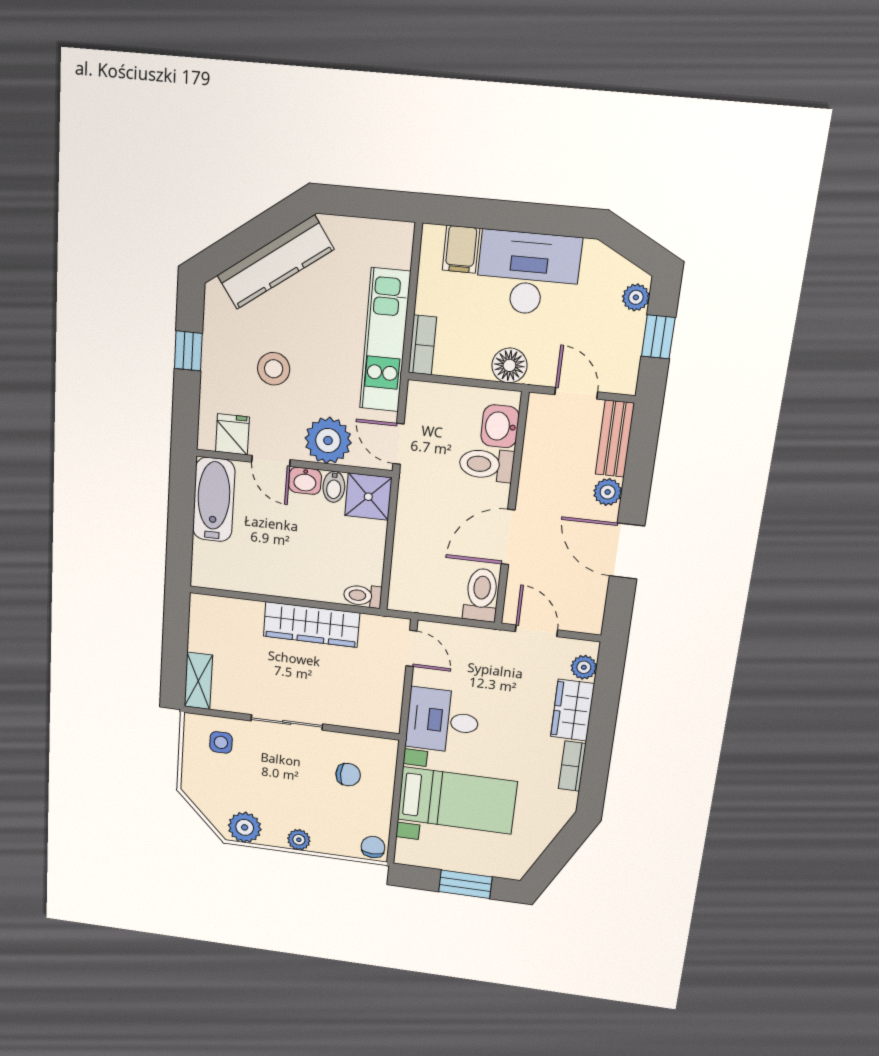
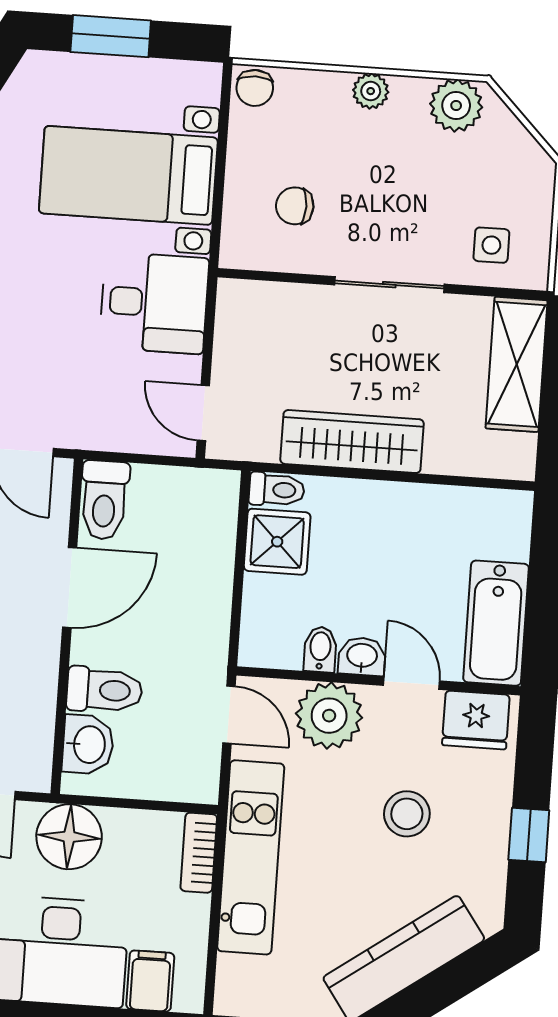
floor lamp: (509, 365) -> (69, 837), width x1.38, depth x1.38
fridge: (232, 434) -> (476, 720), width x1.38
shower: (368, 497) -> (277, 542), moved
shelving: (198, 681) -> (517, 364), width x1.50, depth x1.33

